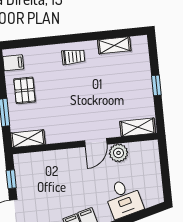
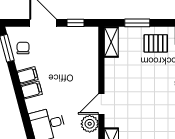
door: (96, 143) -> (101, 104), hinge flipped

